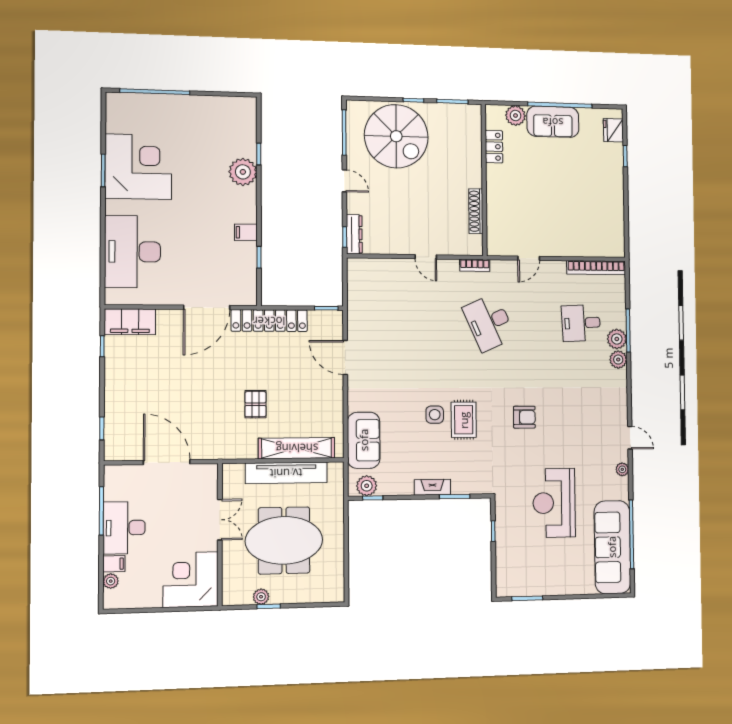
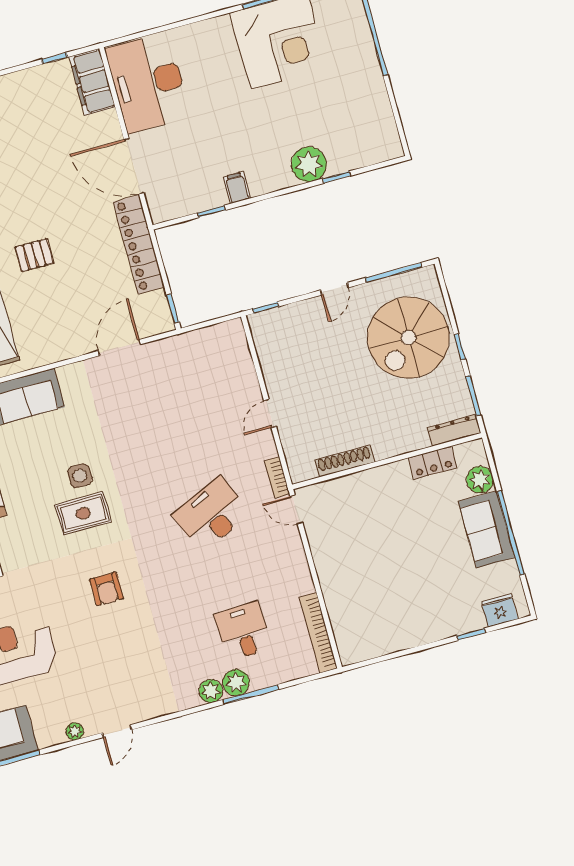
dresser: (354, 234) -> (454, 430), moved, turned 180
desk: (133, 252) -> (148, 83), moved, turned -90
door: (529, 258) -> (296, 509), moved

